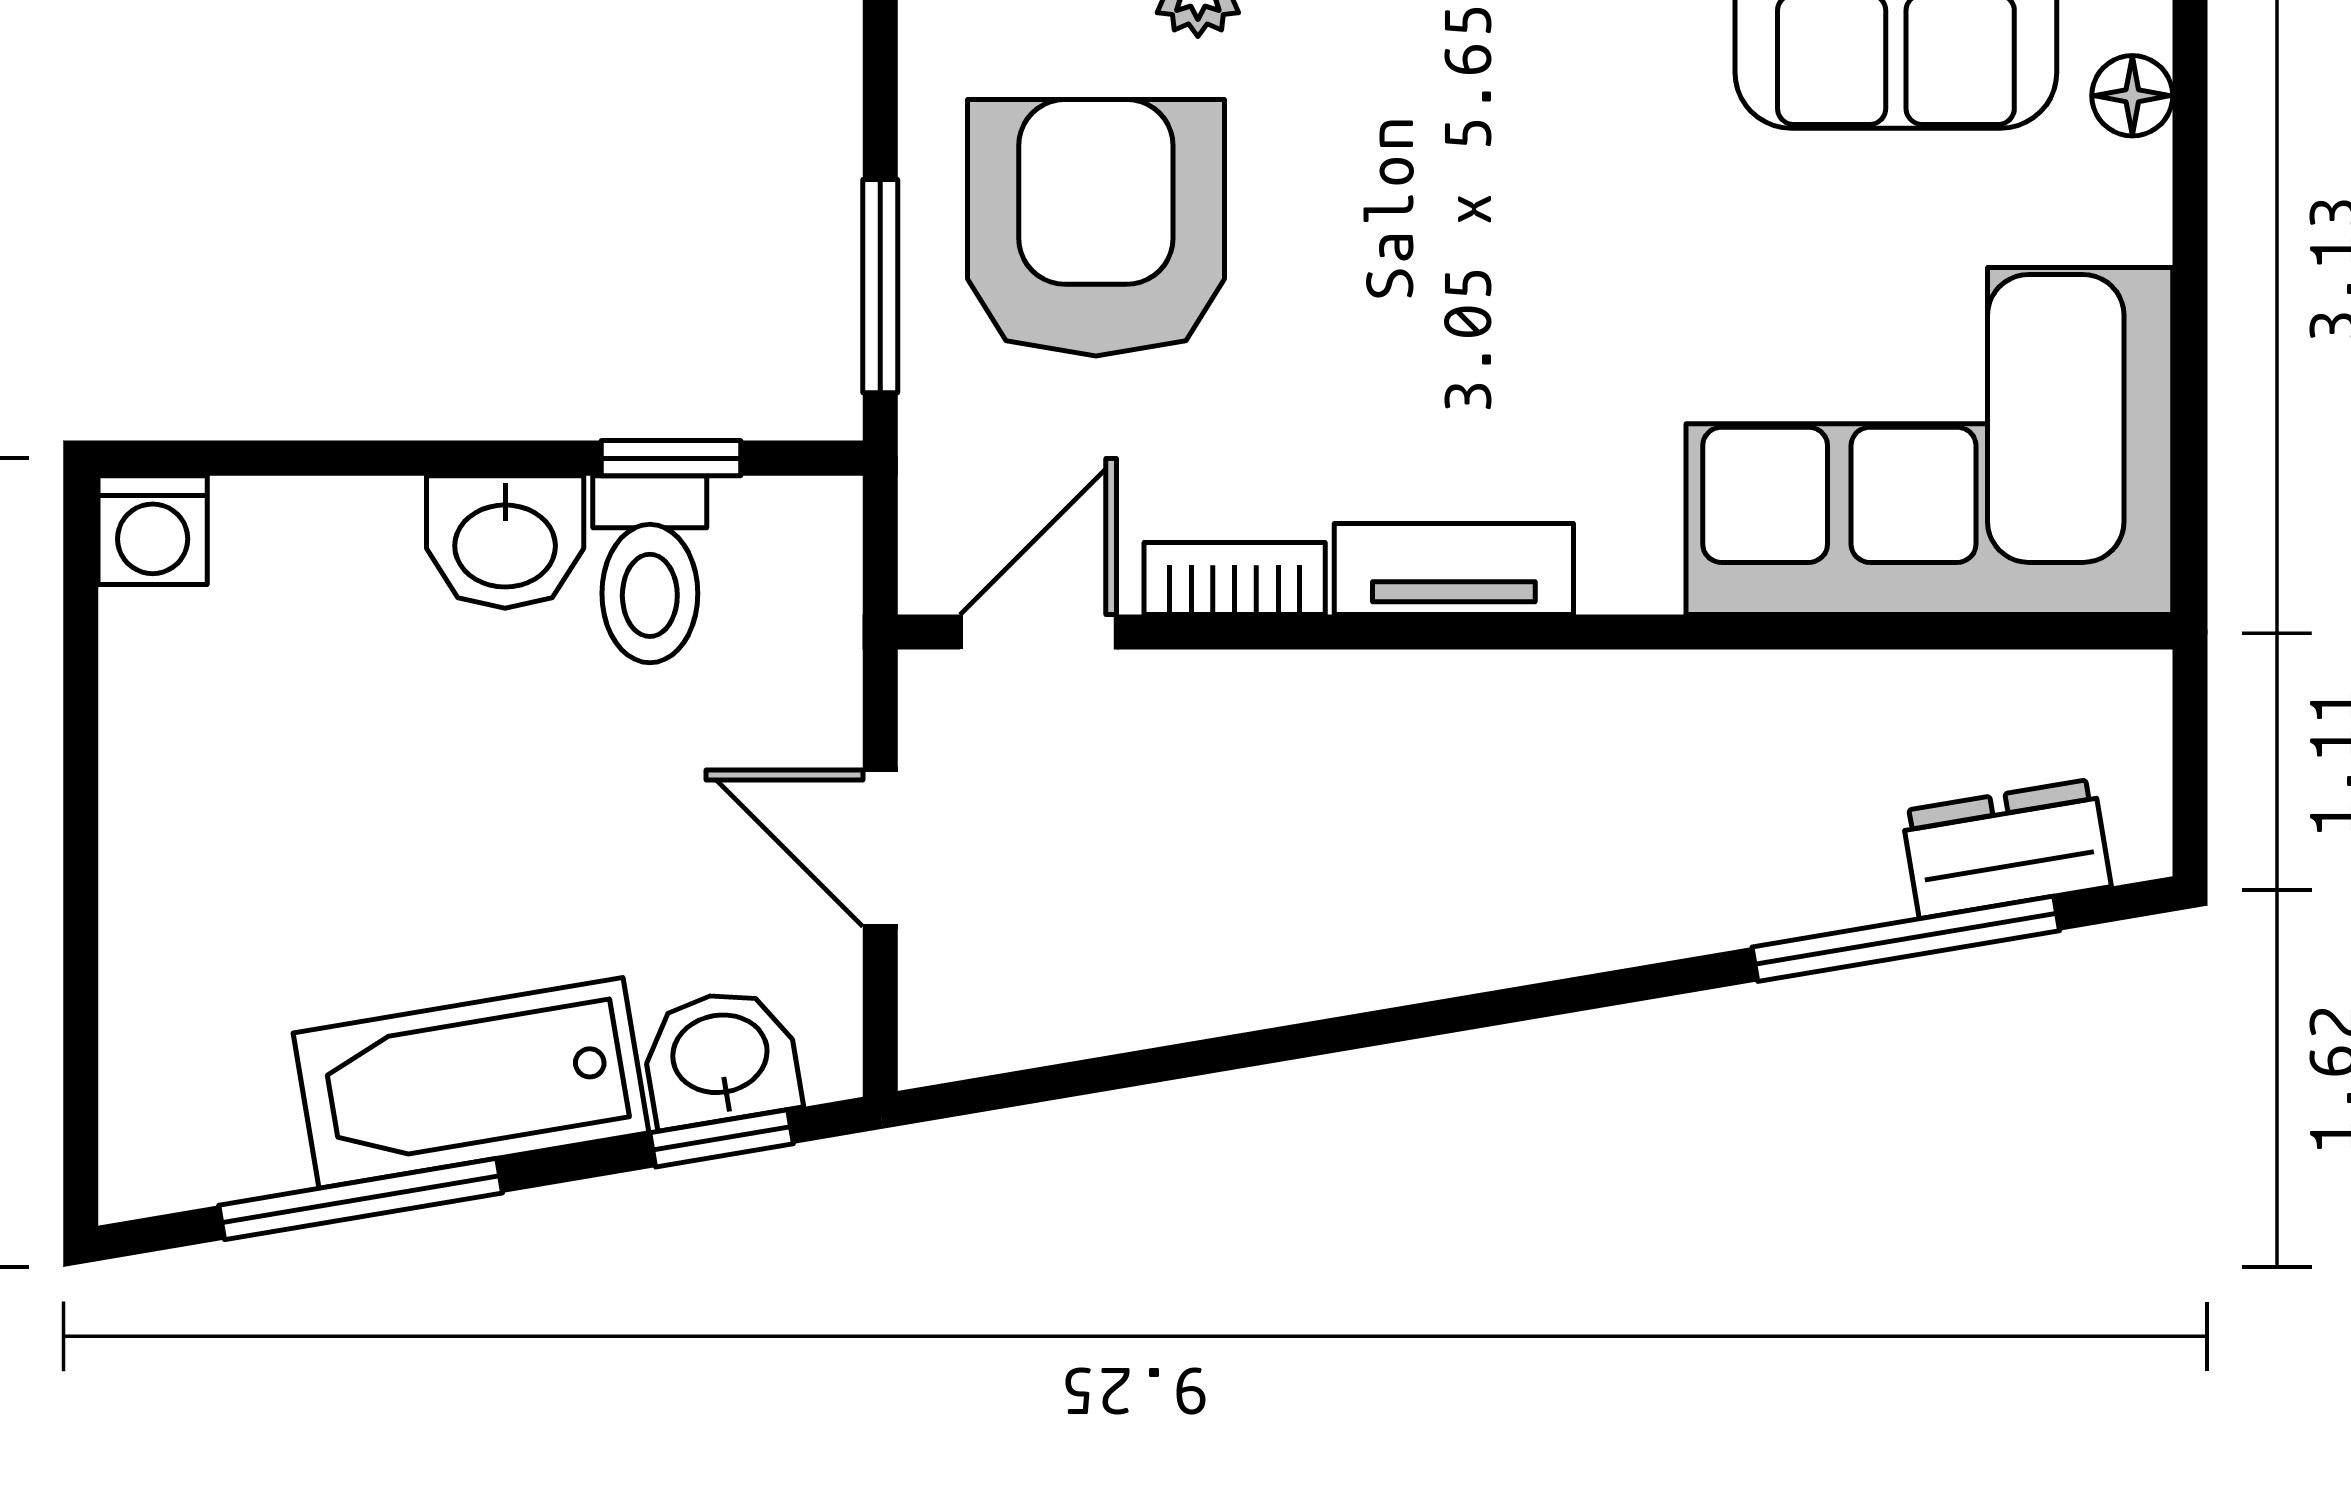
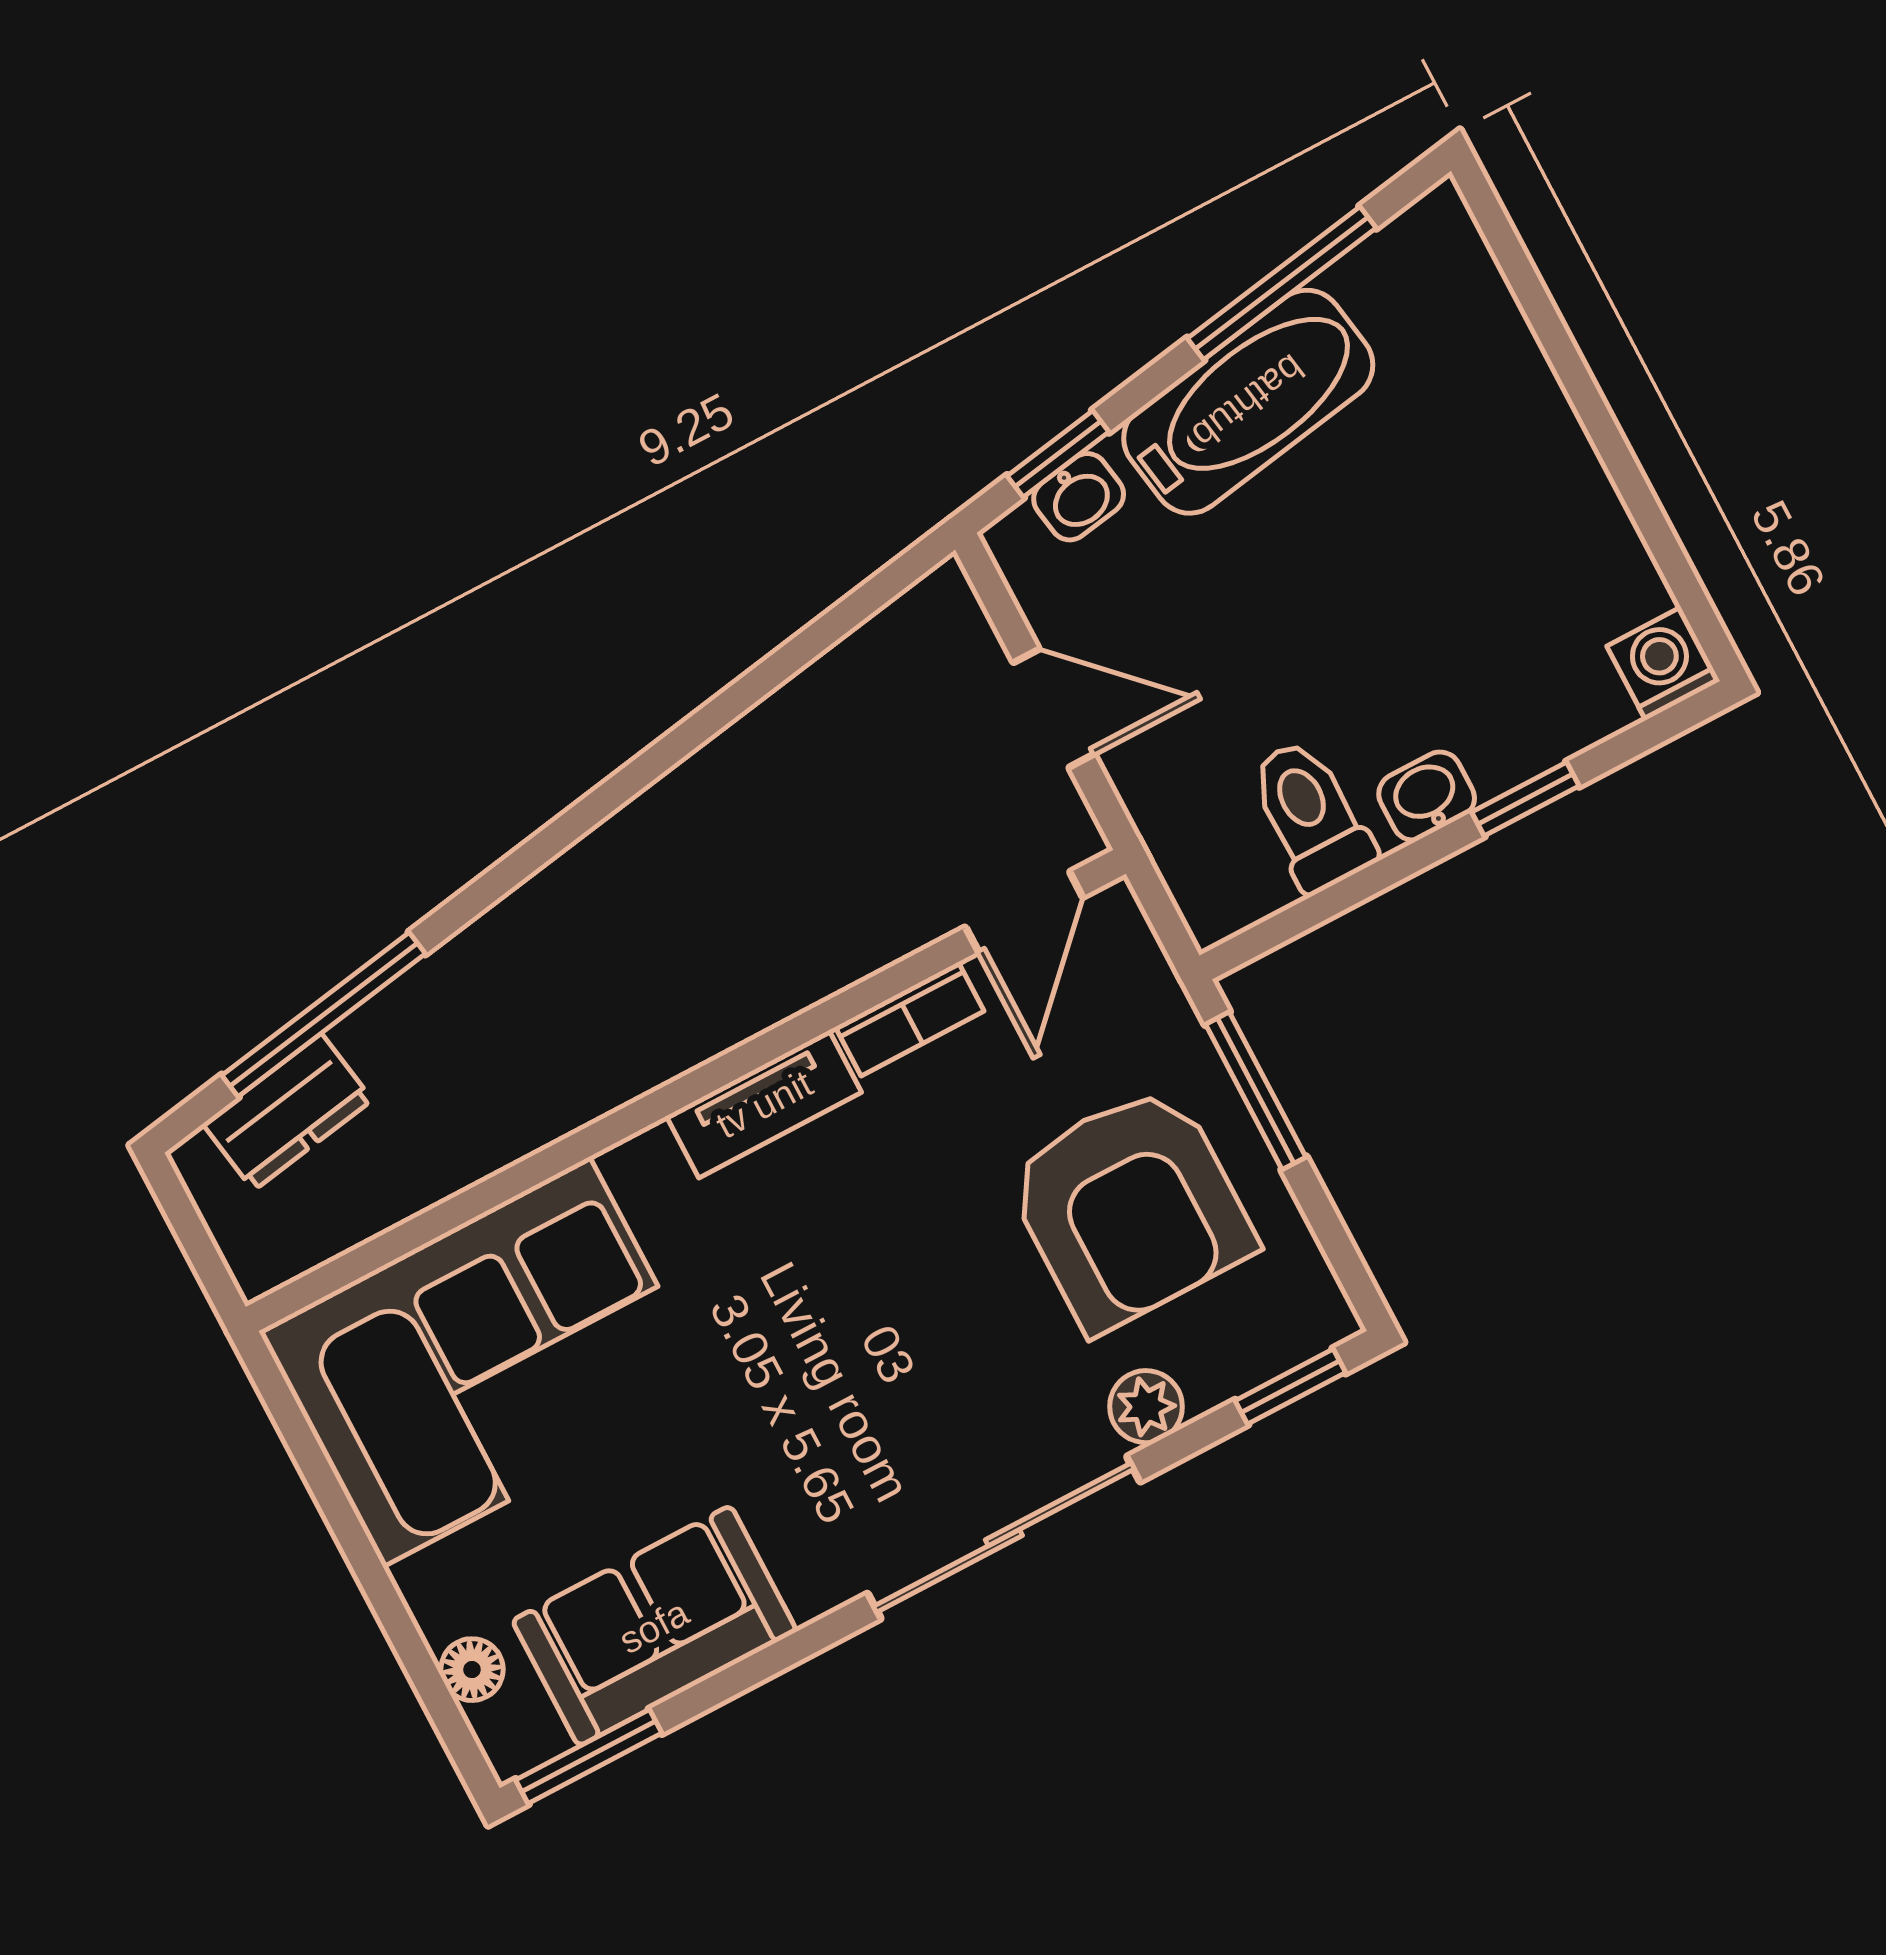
window: (671, 458) -> (1525, 799), moved
washbasin: (505, 542) -> (1427, 796), width x0.72, depth x0.69
washbasin: (721, 1057) -> (1079, 497), width x0.72, depth x0.69

